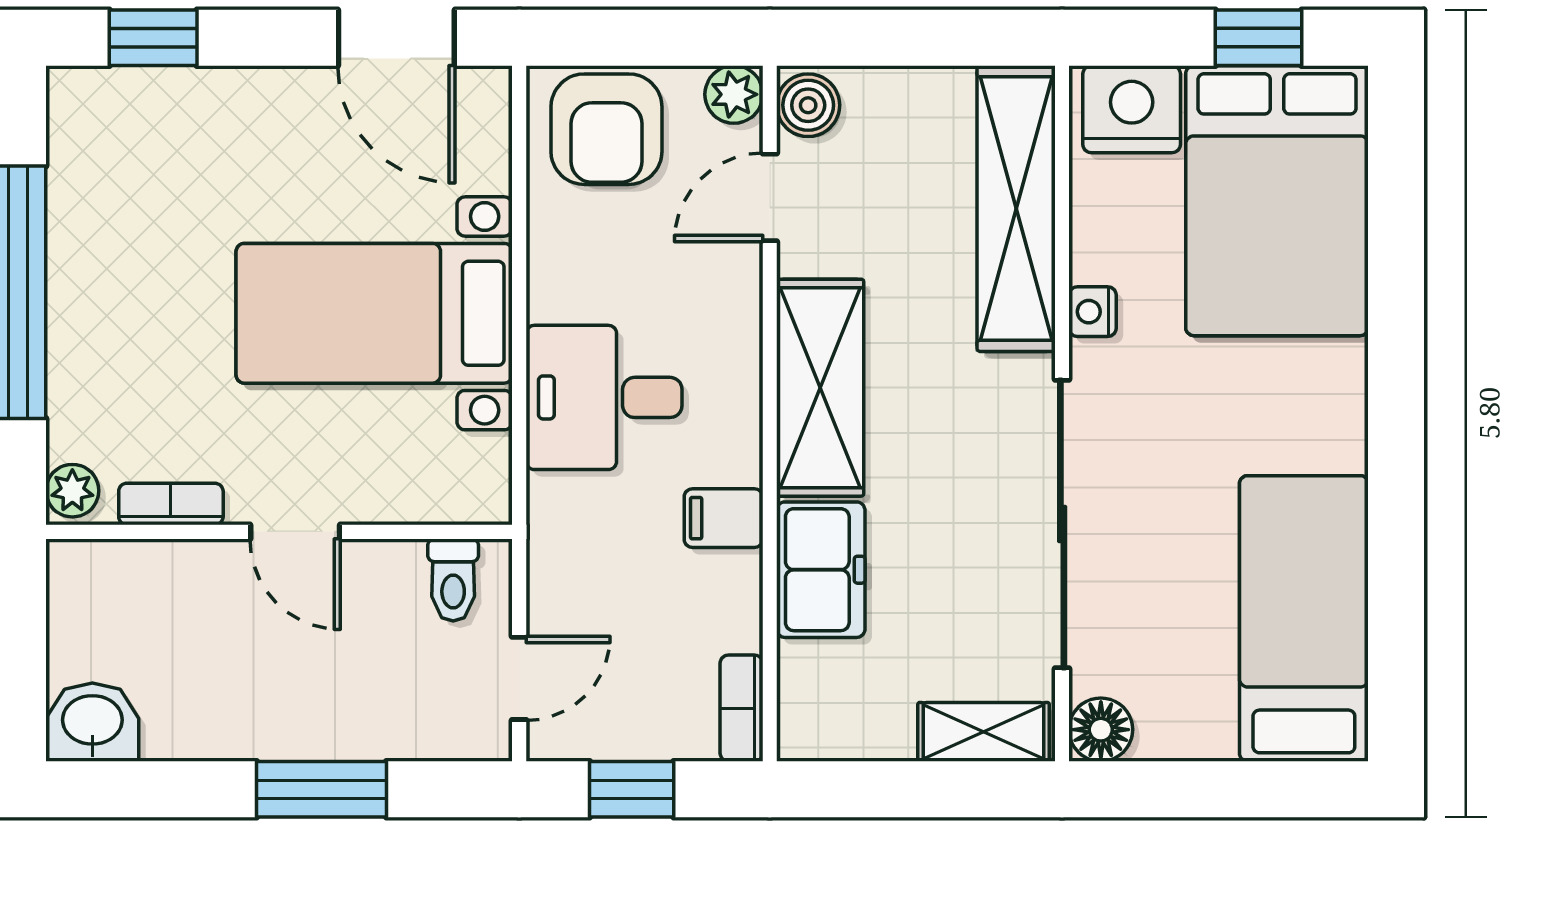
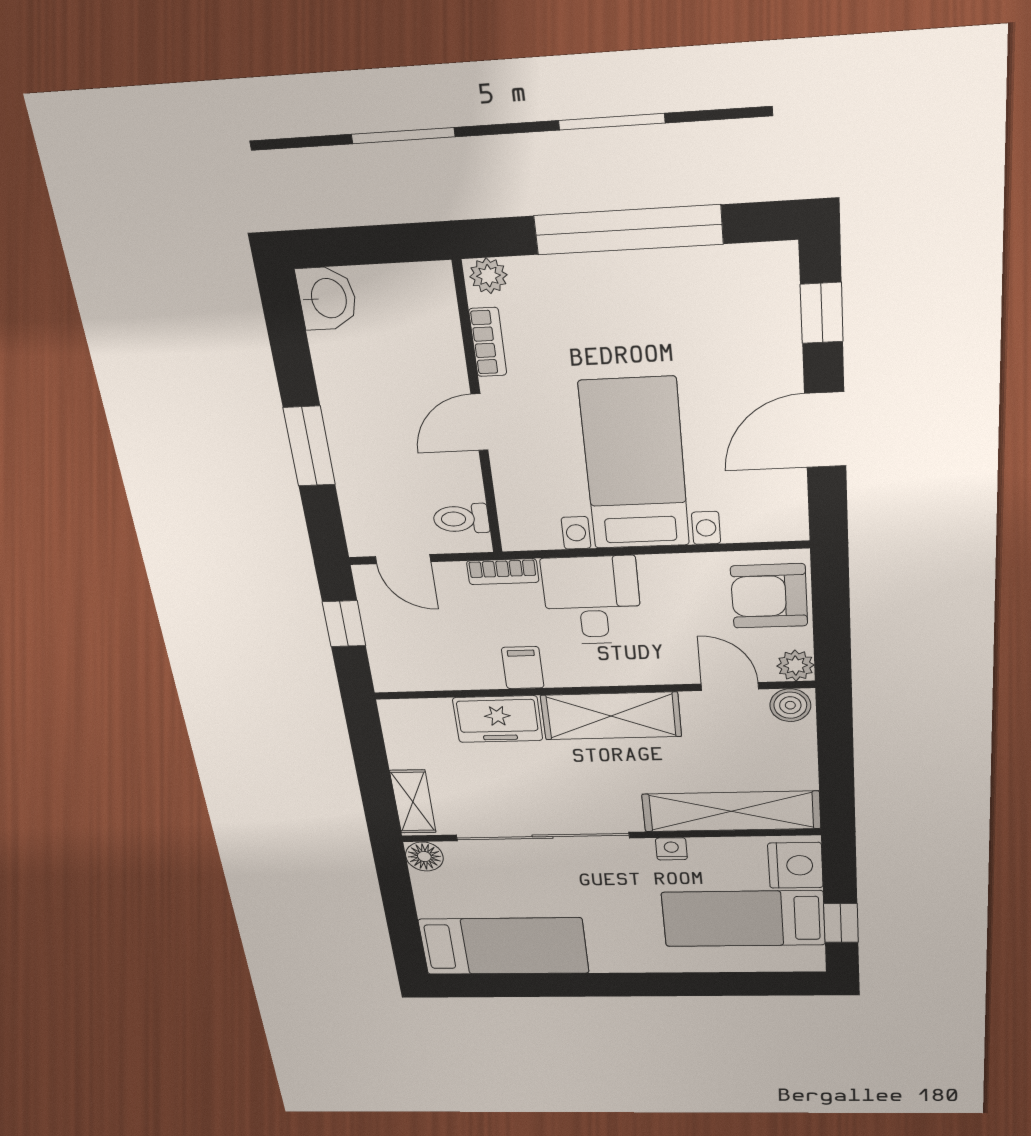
door: (396, 38) -> (825, 430), moved
bed: (1277, 201) -> (743, 919), width x0.67
bookcase: (741, 708) -> (503, 572), moved, turned 180

